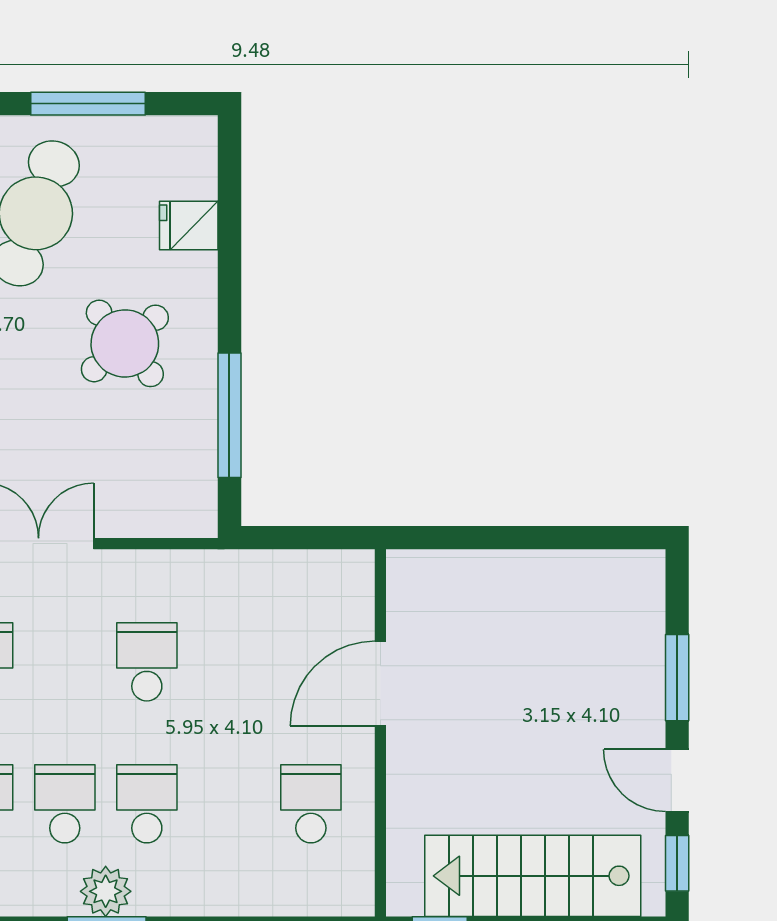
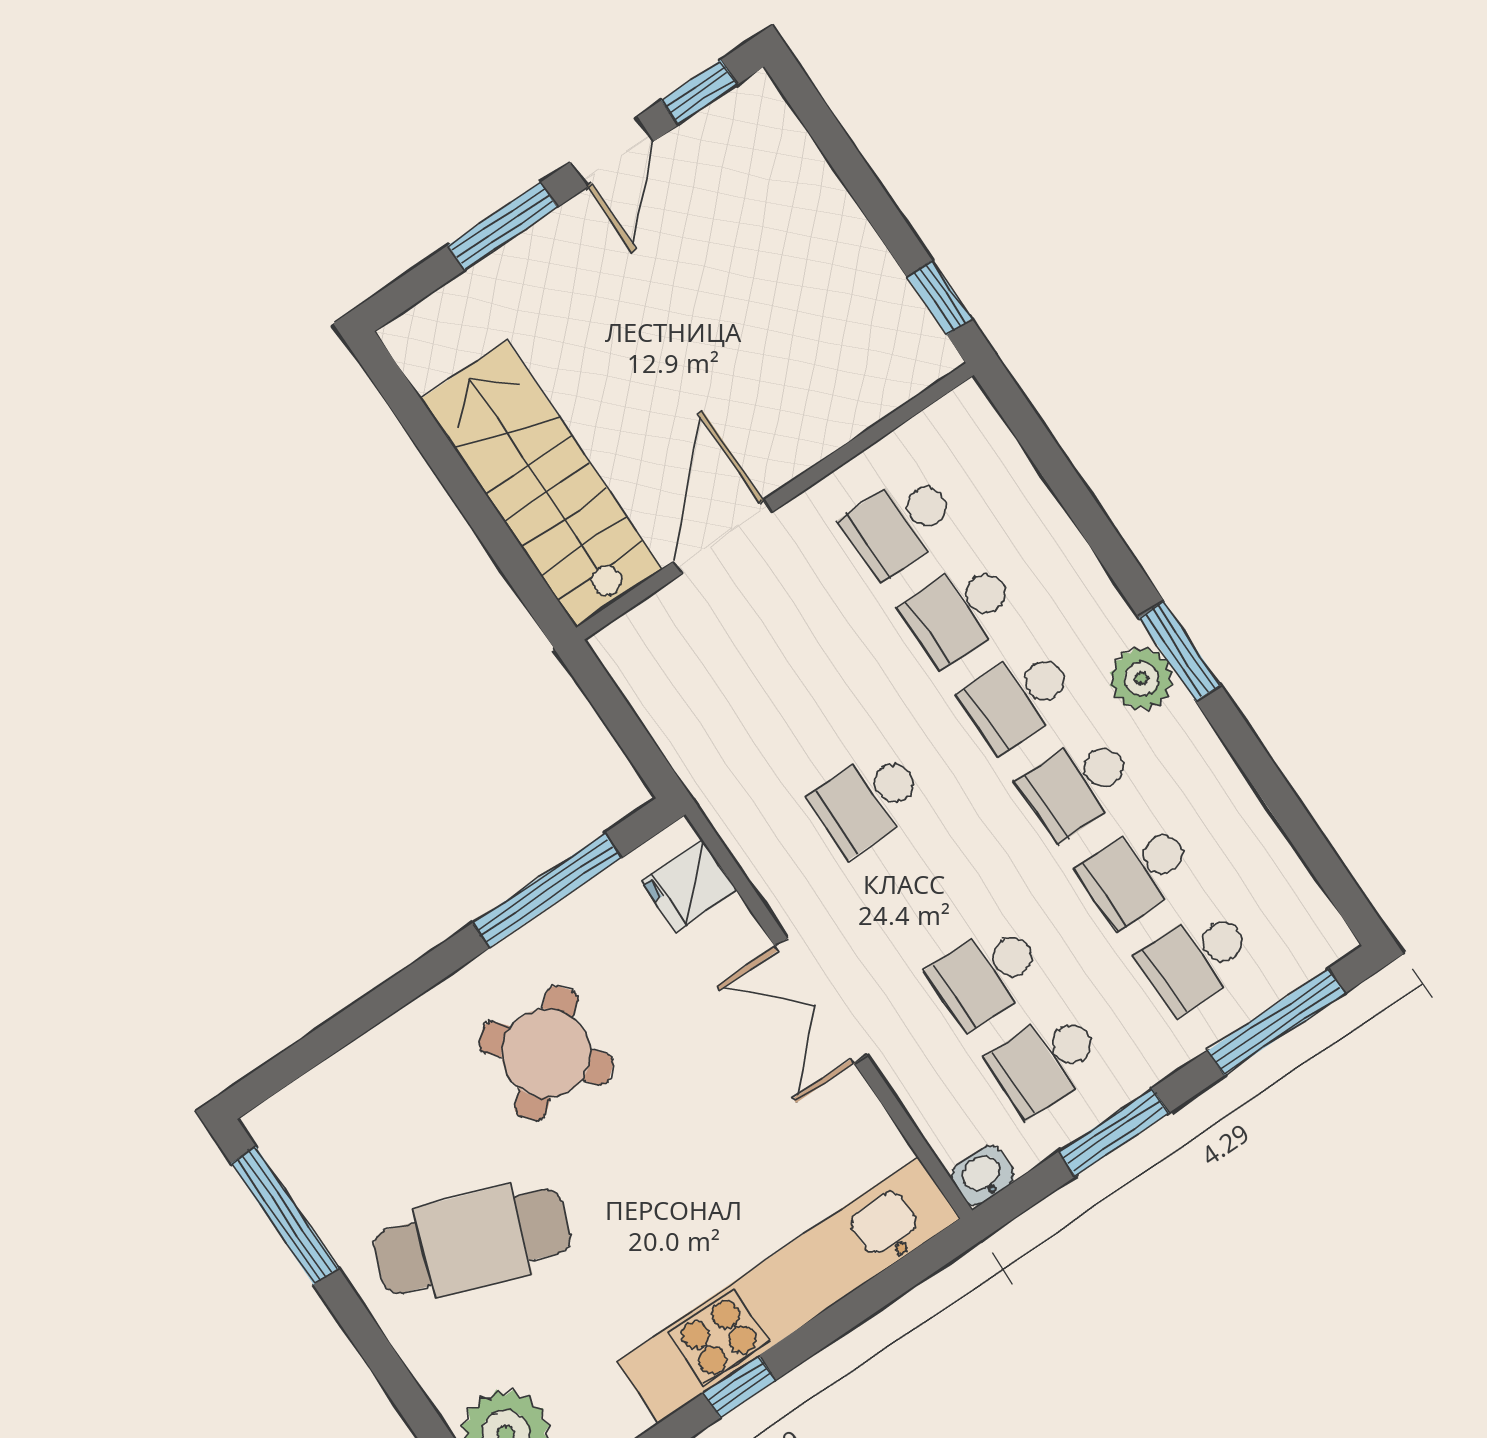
window: (88, 104) -> (285, 1216), moved
fridge: (189, 226) -> (689, 886), moved, turned 90
door: (380, 684) -> (723, 537), swing flipped
school desk: (229, 804) -> (960, 611), added
stairs: (533, 876) -> (542, 484), moved, turned 180

